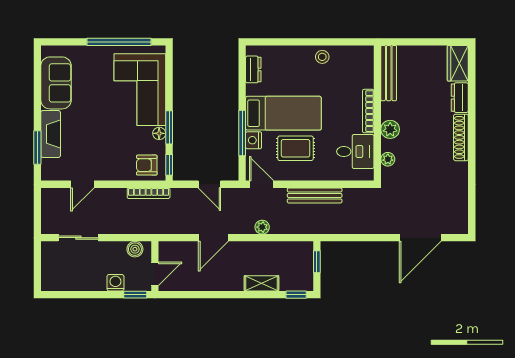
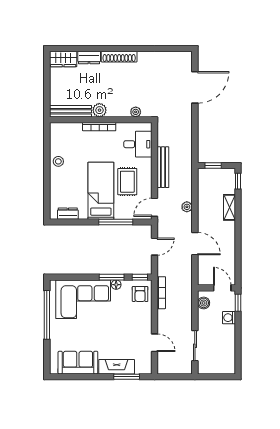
plant: (390, 129) -> (99, 110), moved
nightstand: (254, 140) -> (121, 213), removed
desk: (355, 151) -> (138, 144), moved, turned 90
door: (420, 238) -> (195, 87), hinge flipped

